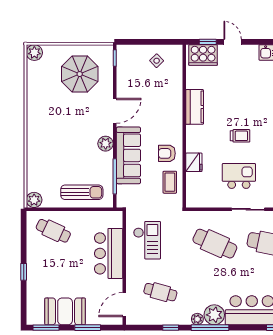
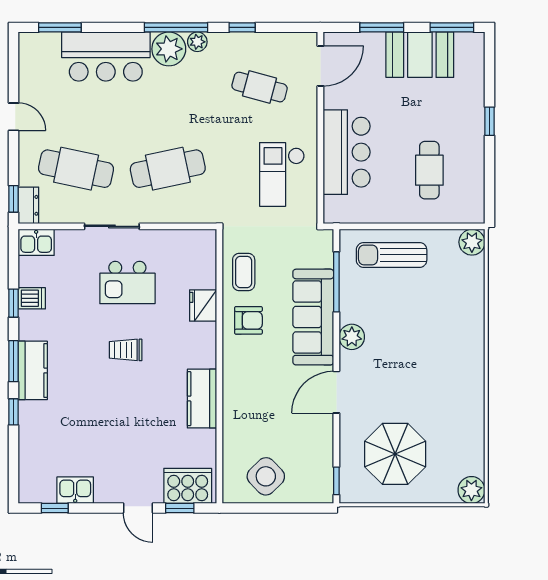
side table: (157, 61) -> (266, 476), width x1.87, depth x1.87
cafe table: (53, 231) -> (429, 170), moved, turned 65
cafe table: (215, 244) -> (168, 169), turned -36

